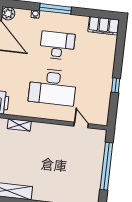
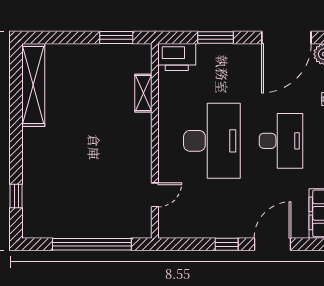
door: (119, 58) -> (273, 244), added
desk: (53, 87) -> (212, 141), turned 180

